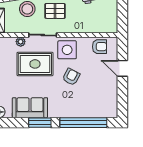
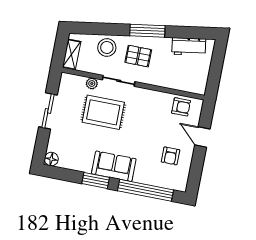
side table: (67, 50) -> (143, 103), removed
armchair: (71, 77) -> (171, 156), moved, turned 152
sofa: (30, 108) -> (114, 166), moved

